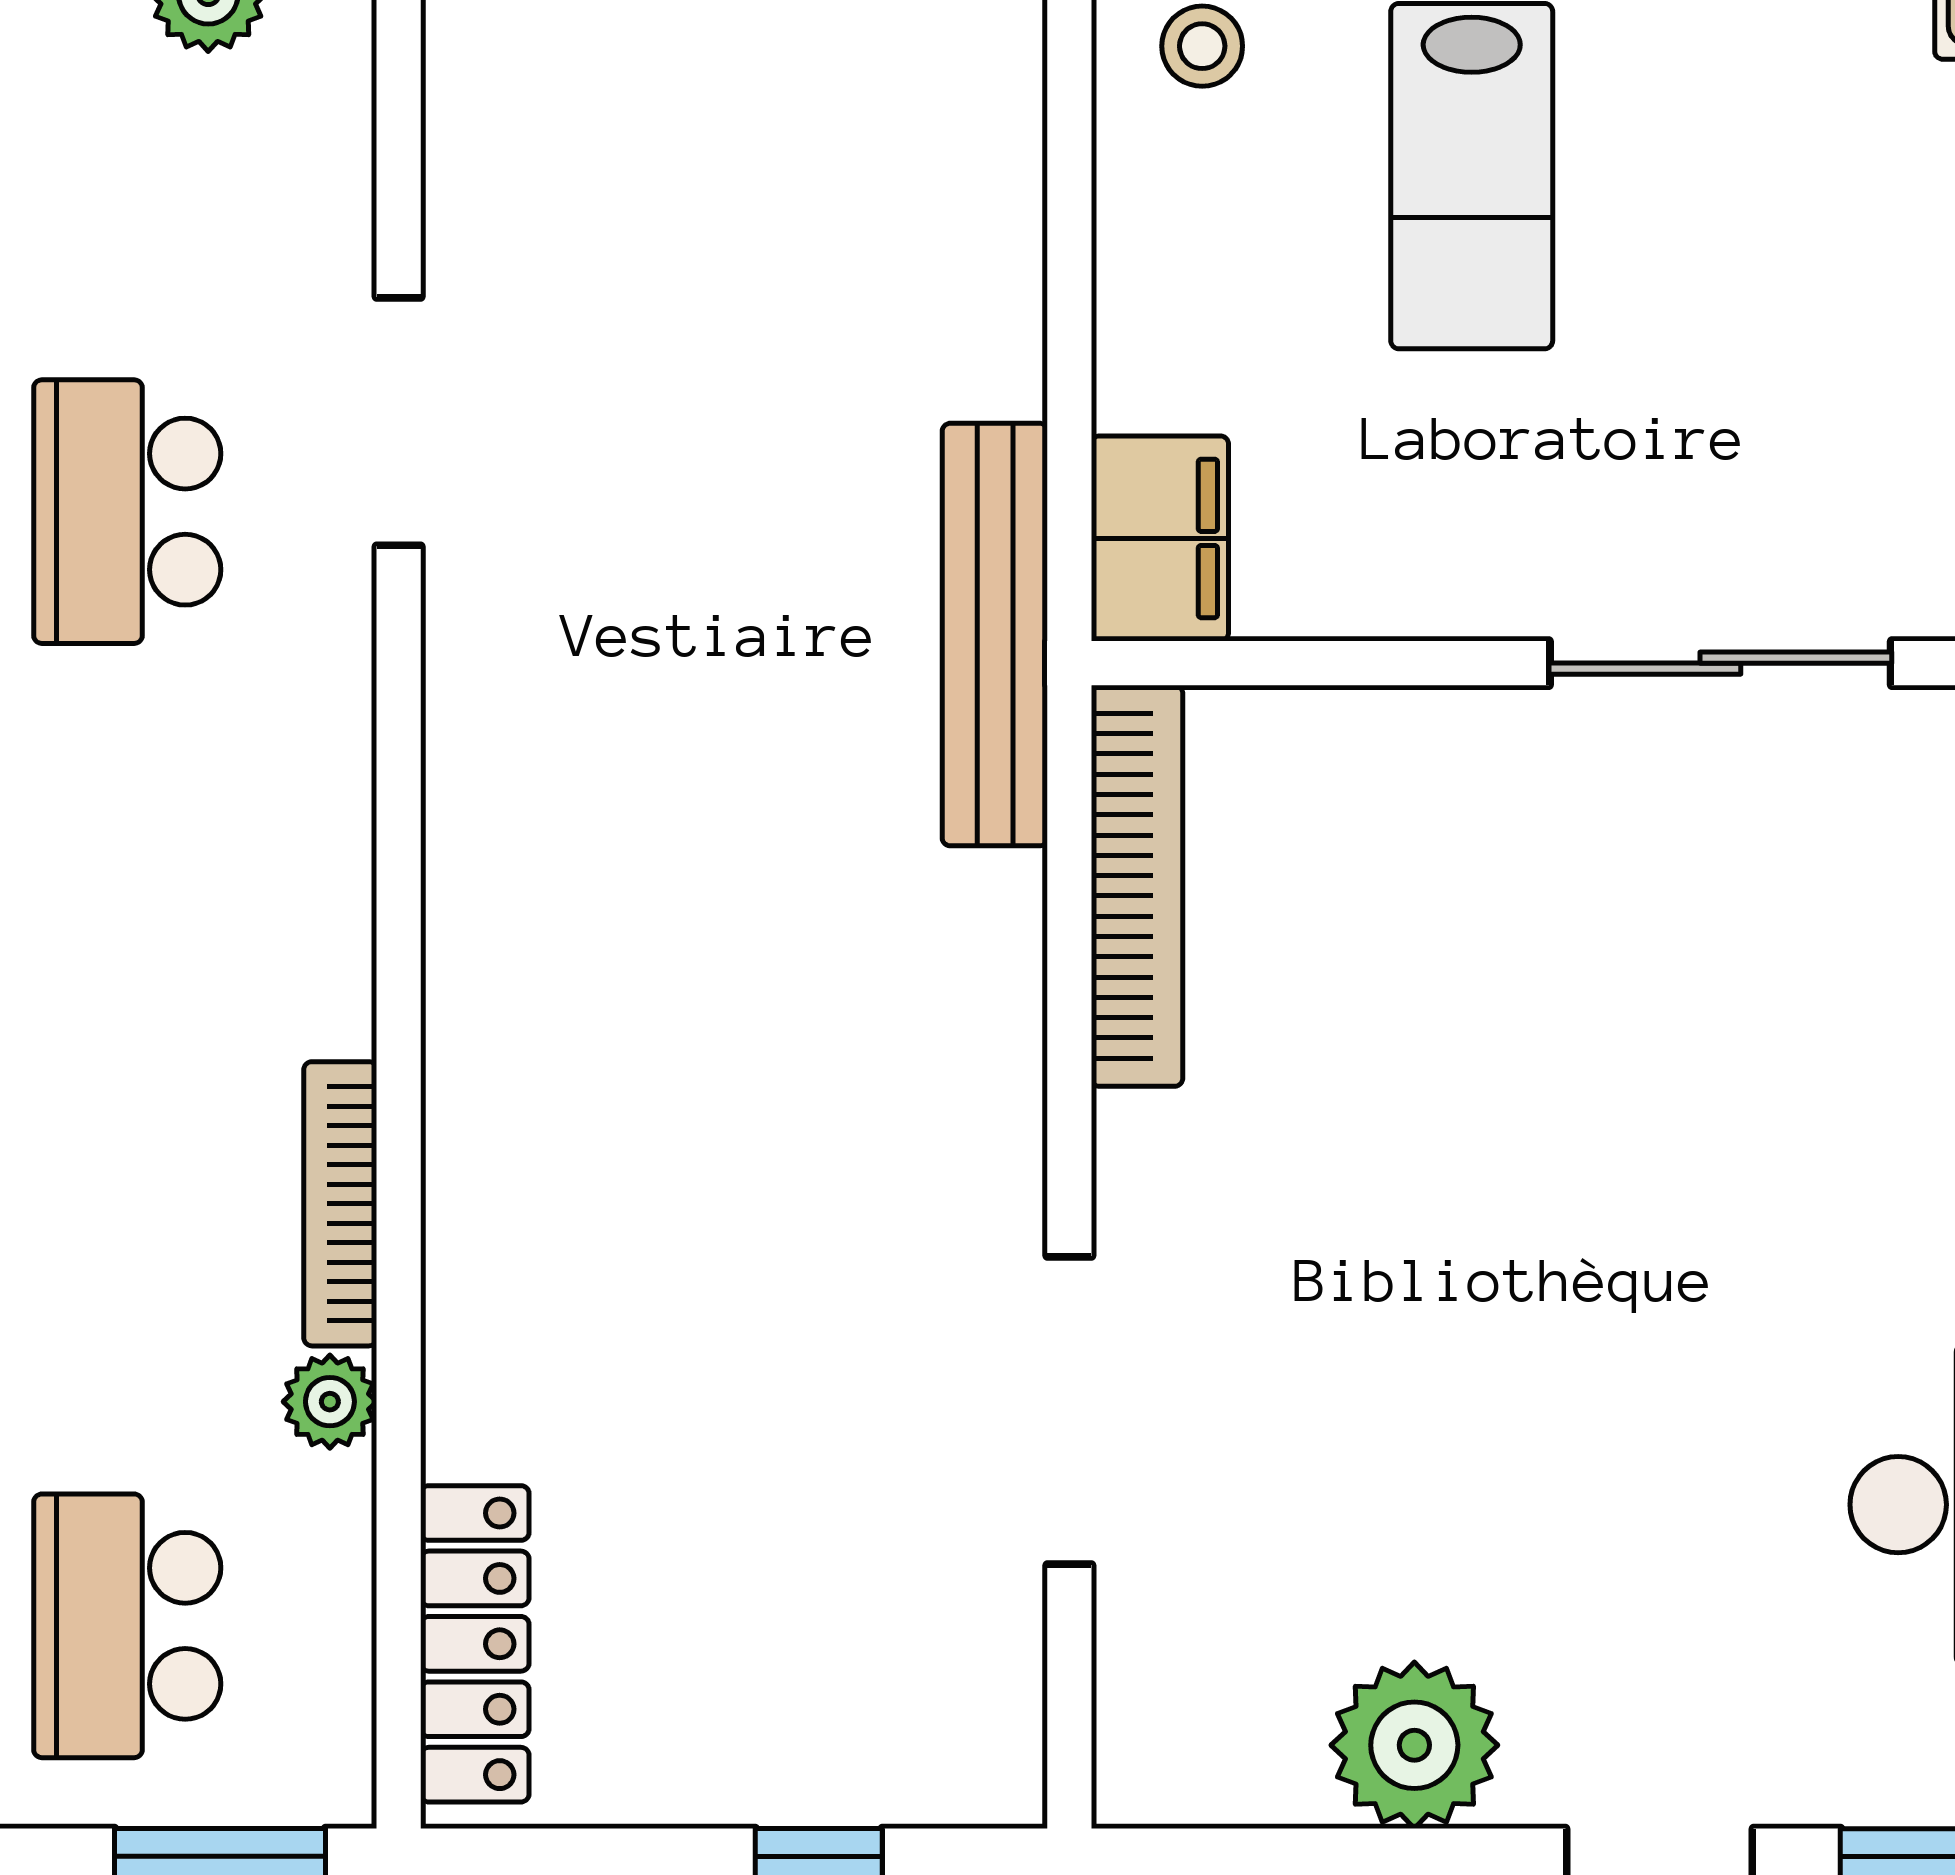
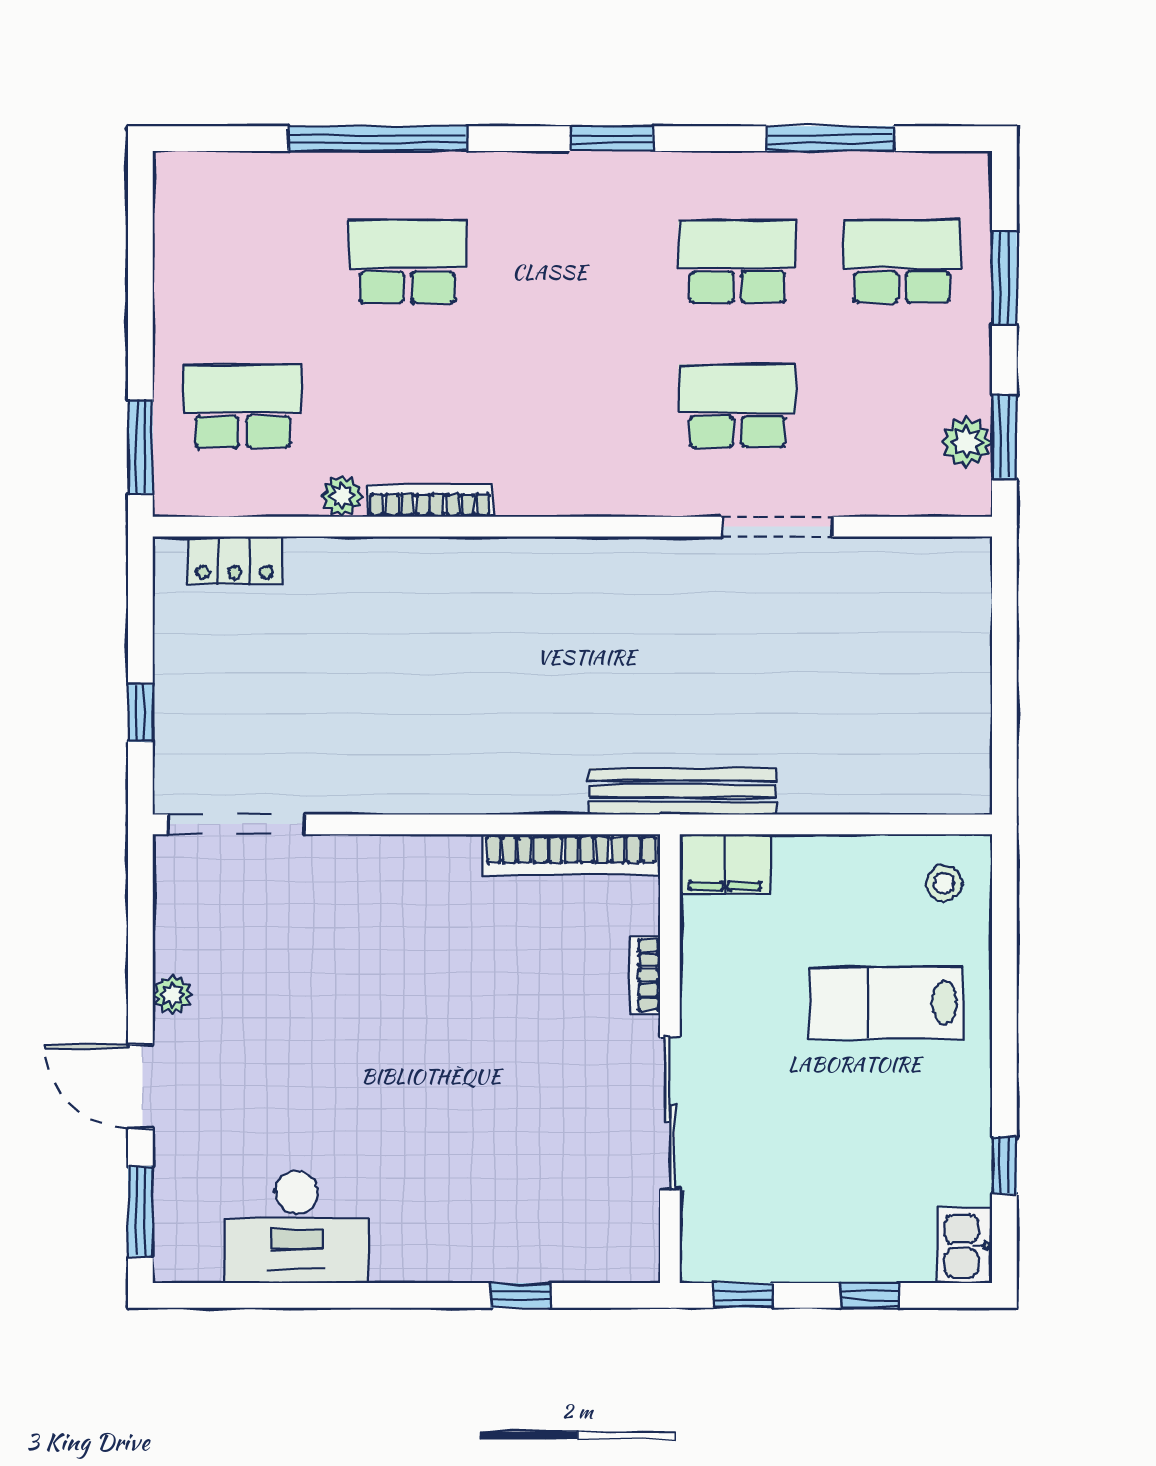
bookcase: (1408, 720) -> (645, 975), added
doorway: (1069, 1410) -> (236, 824), moved
locker: (475, 1644) -> (235, 560), width x0.66
plant: (1414, 1745) -> (172, 995), width x0.53, depth x0.53

